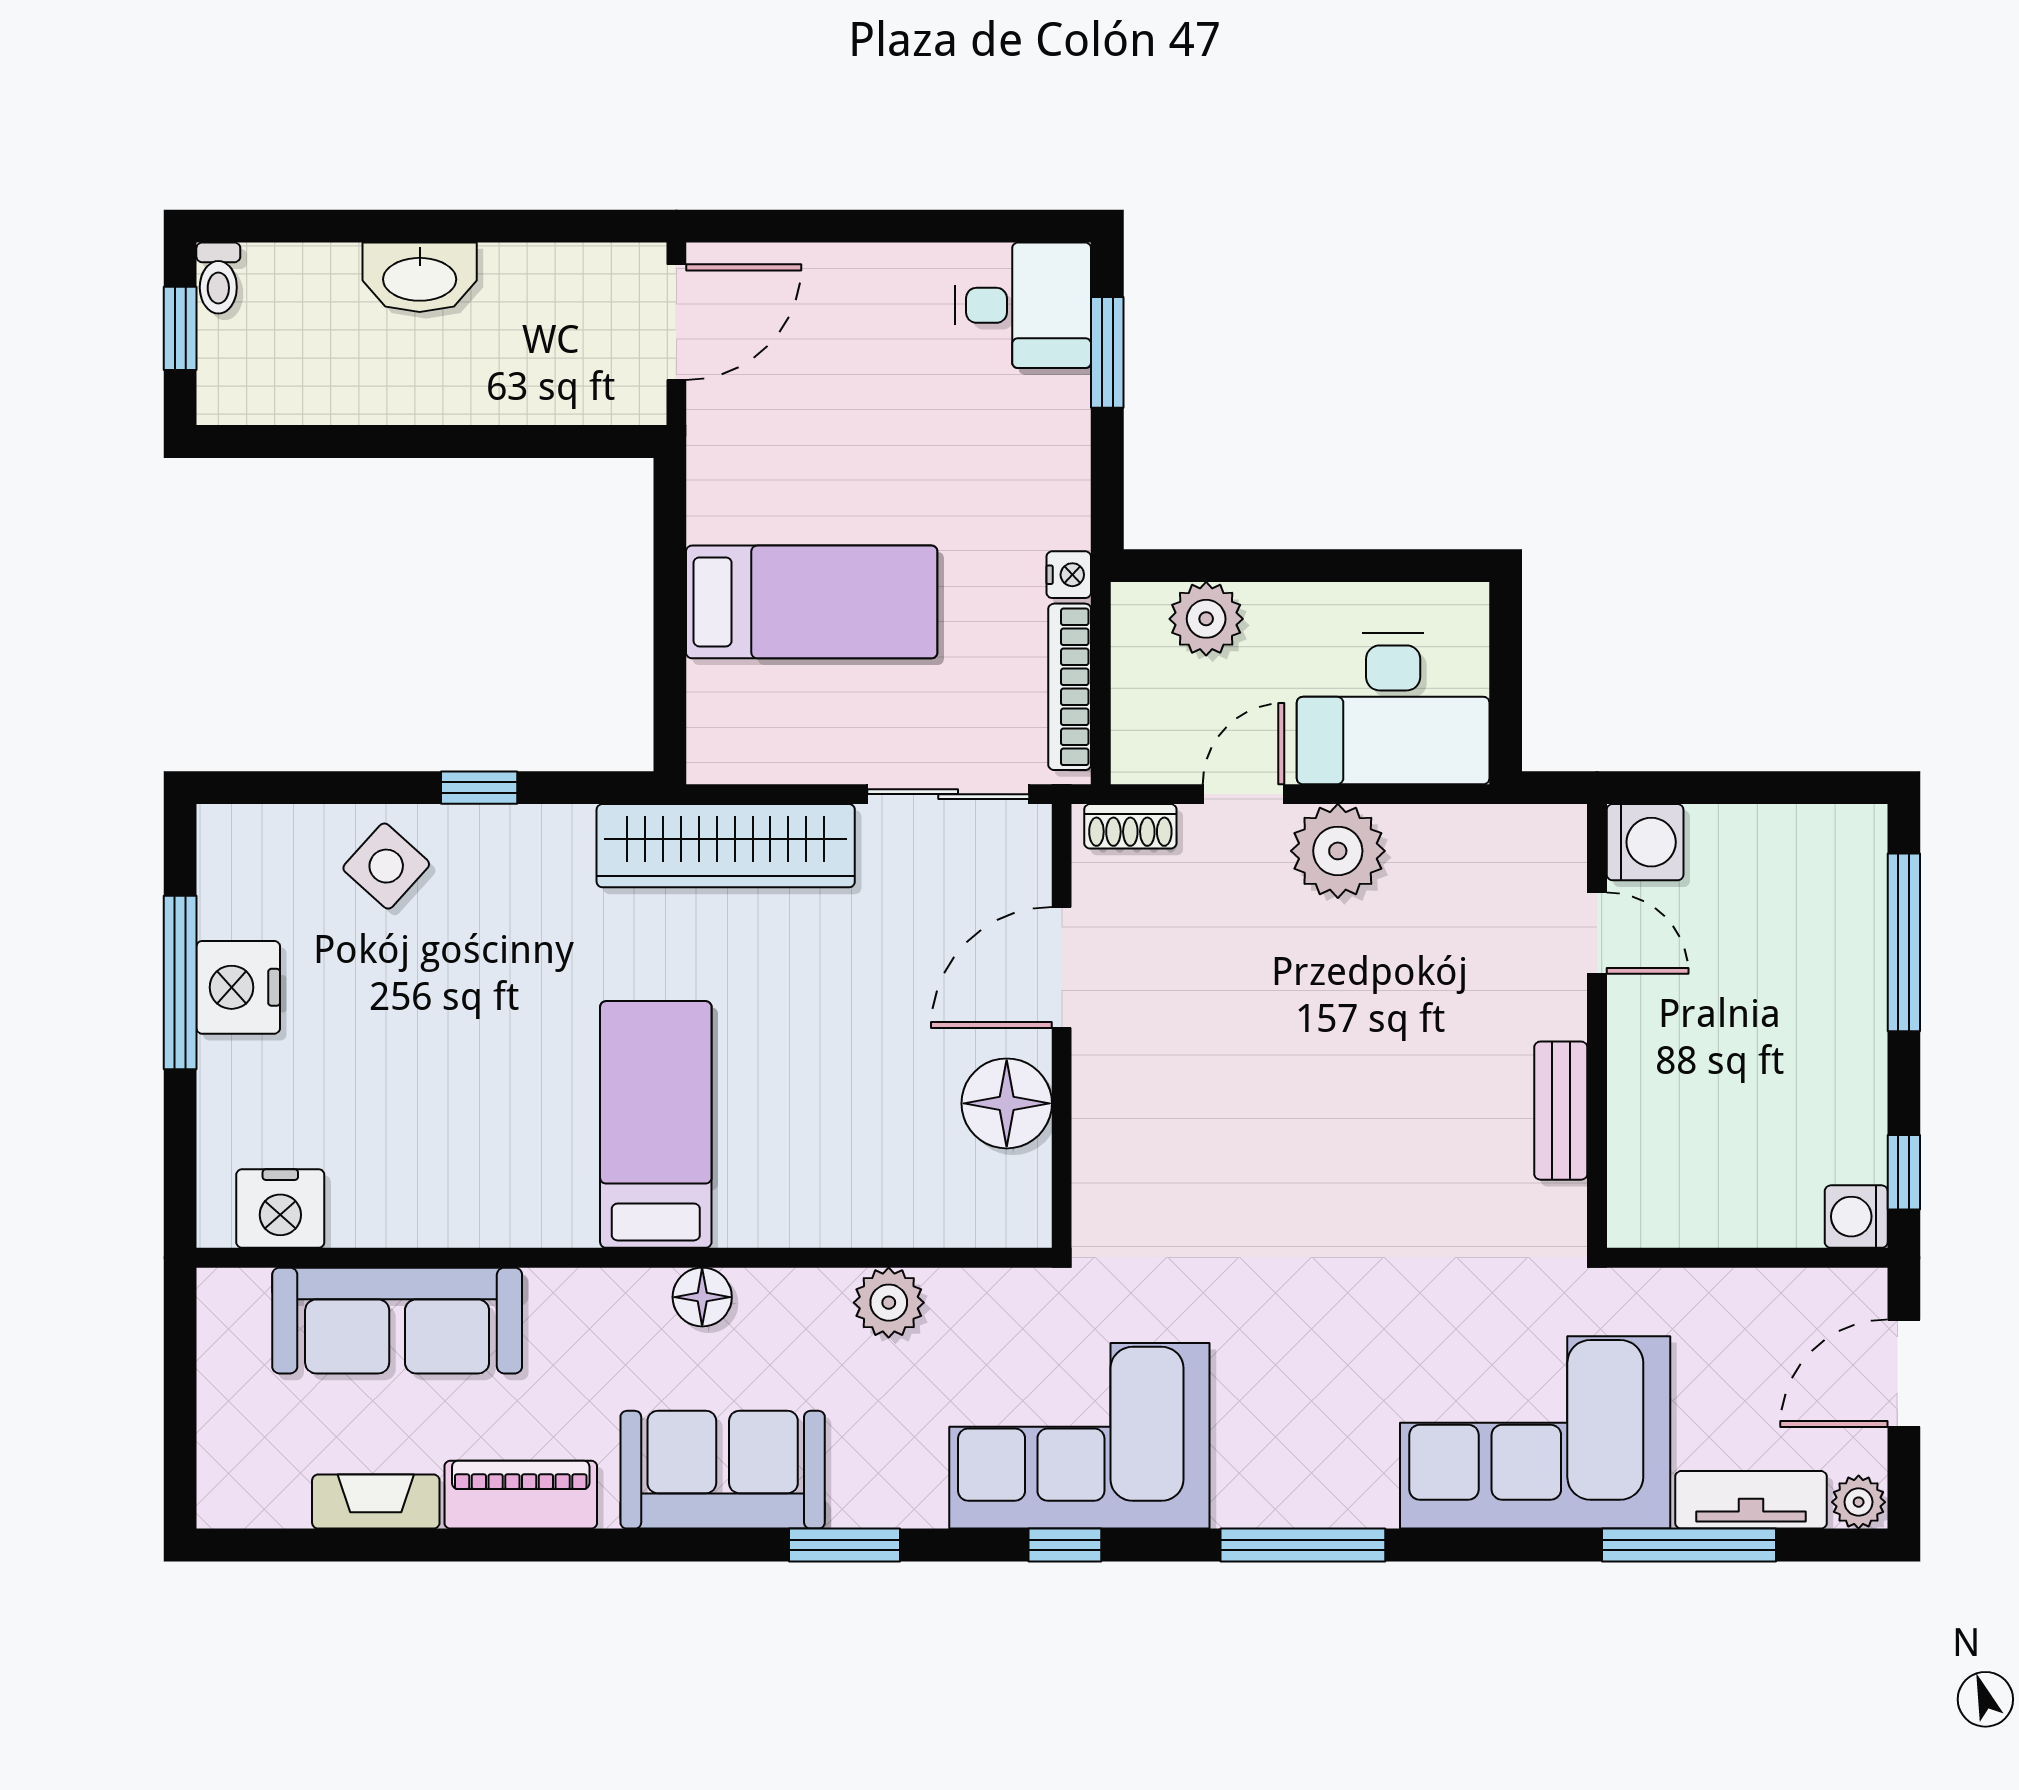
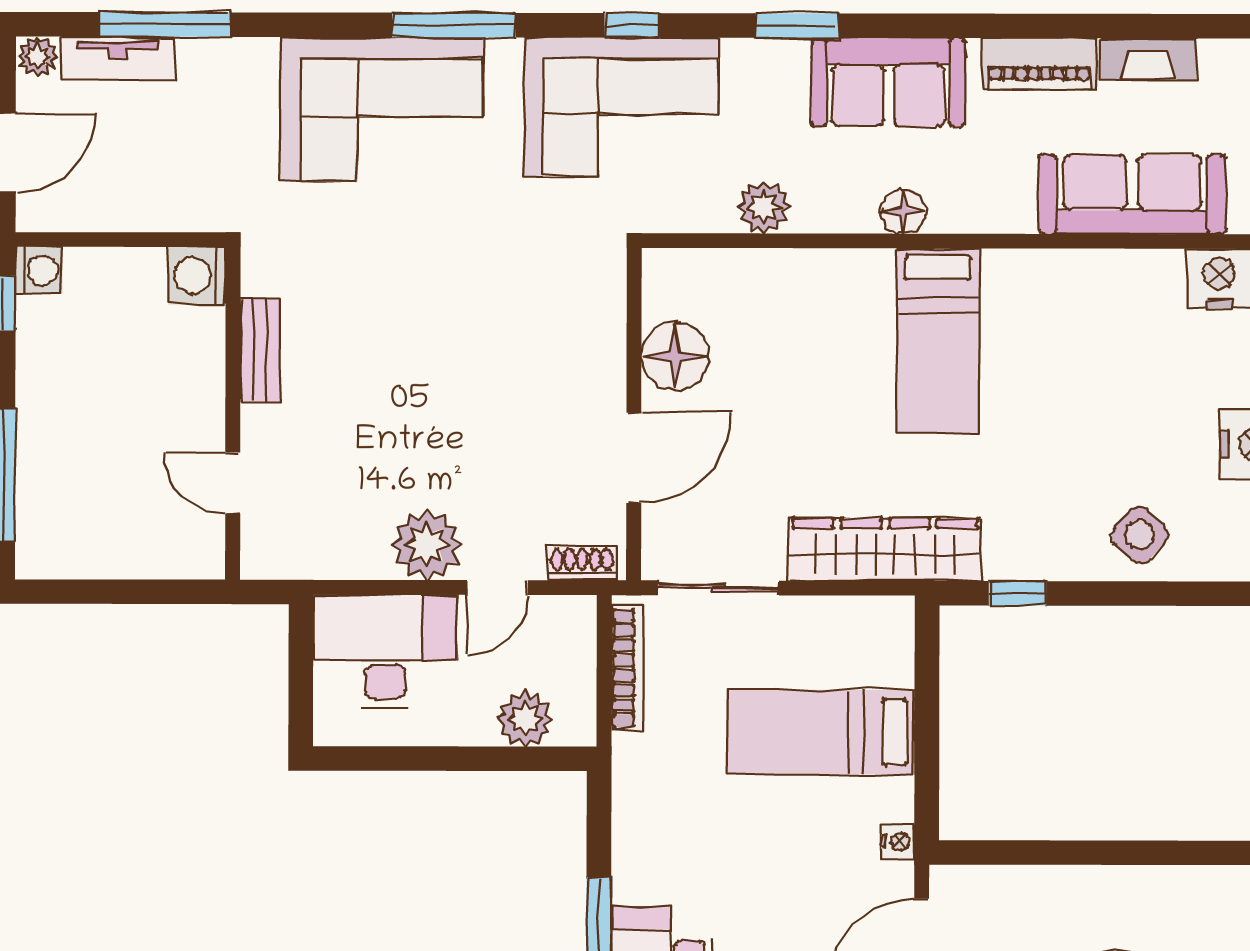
nightstand: (1069, 575) -> (898, 842), moved, turned 180
window: (479, 788) -> (1018, 593), moved
washing machine: (1645, 842) -> (197, 276), moved
corner sofa: (1535, 1432) -> (382, 109), moved

